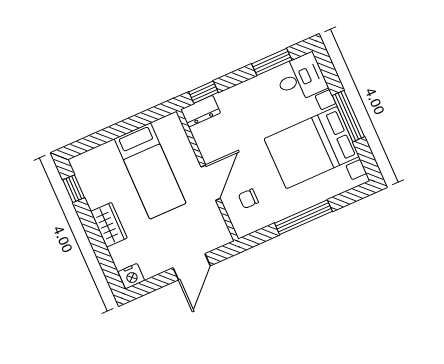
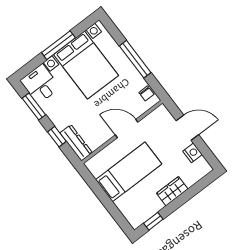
window: (203, 92) -> (57, 137), moved
dresser: (201, 111) -> (76, 143), width x1.44
chair: (248, 199) -> (146, 93), moved
nightstand: (131, 276) -> (193, 153), moved

